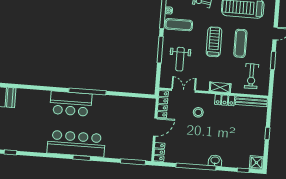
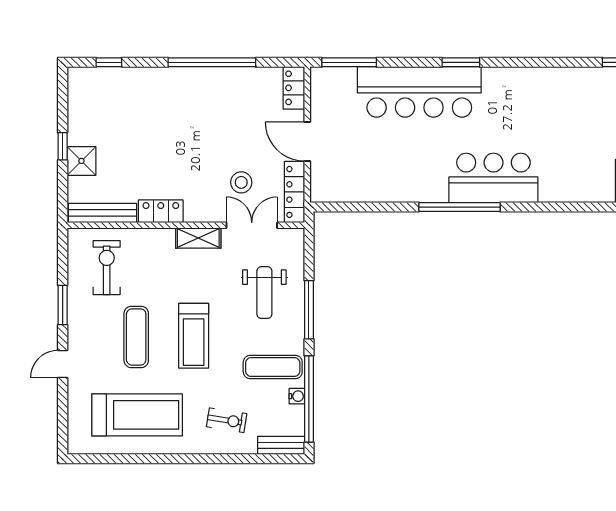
weight bench: (180, 59) -> (264, 293), turned 180
shelving: (220, 87) -> (198, 238), moved
double door: (183, 90) -> (252, 225), swing flipped
stool: (198, 112) -> (241, 182), moved
door: (155, 127) -> (307, 142), hinge flipped
bar counter: (76, 144) -> (419, 92), moved
washbasin: (215, 161) -> (171, 79), removed
shower: (256, 163) -> (81, 161), moved

